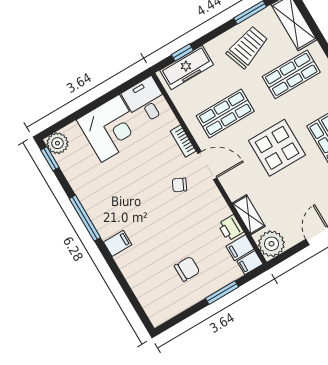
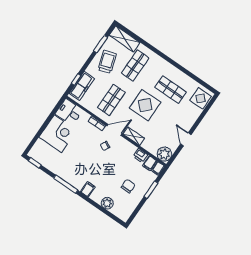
plant: (57, 143) -> (107, 203), moved
shelving: (249, 215) -> (134, 136), moved

